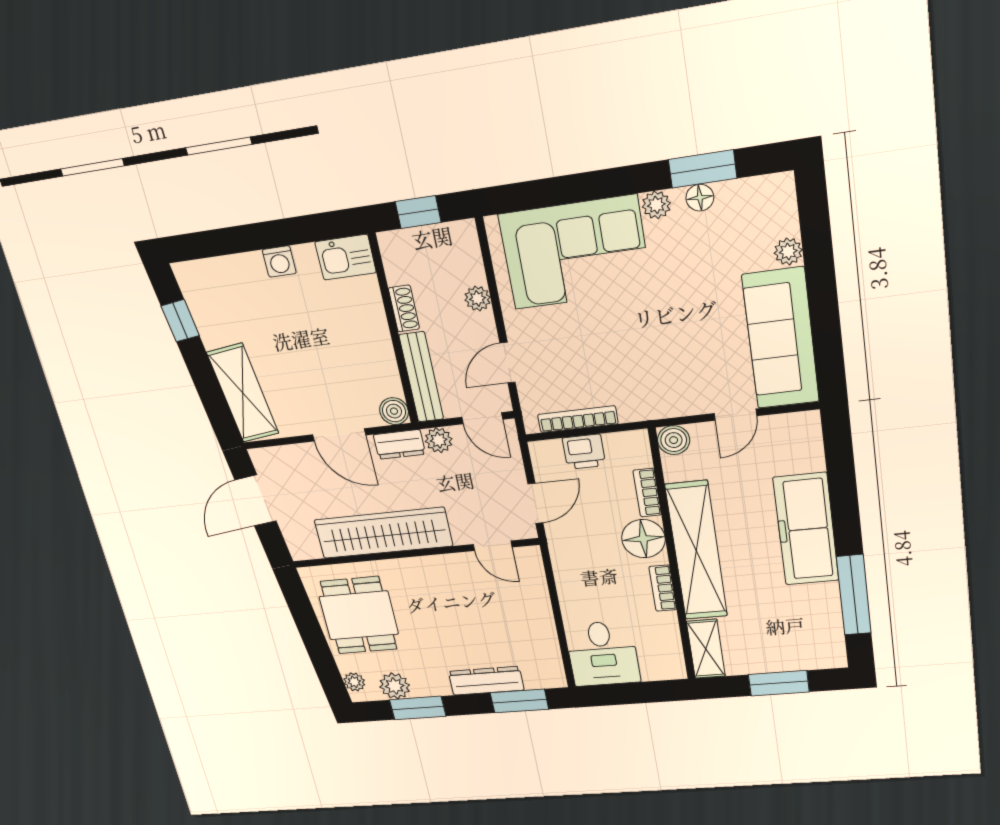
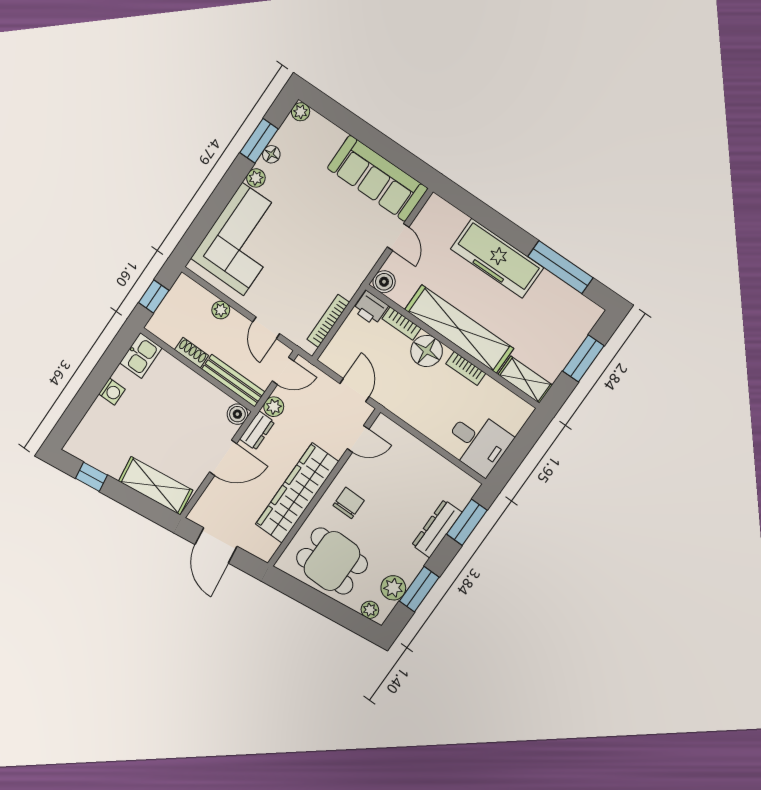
plant: (788, 252) -> (301, 112), moved
printer: (584, 452) -> (371, 308), moved, turned 90
chair: (425, 587) -> (349, 503), added

